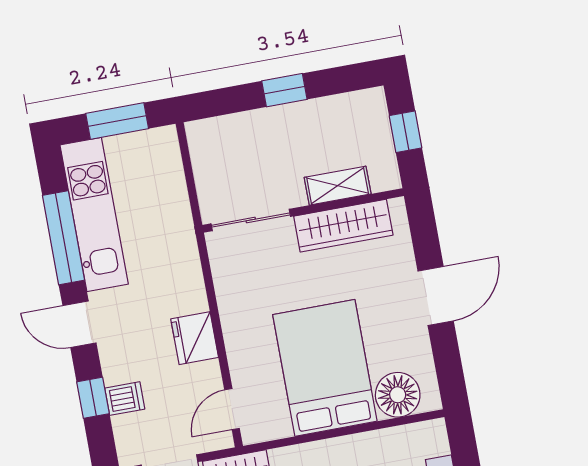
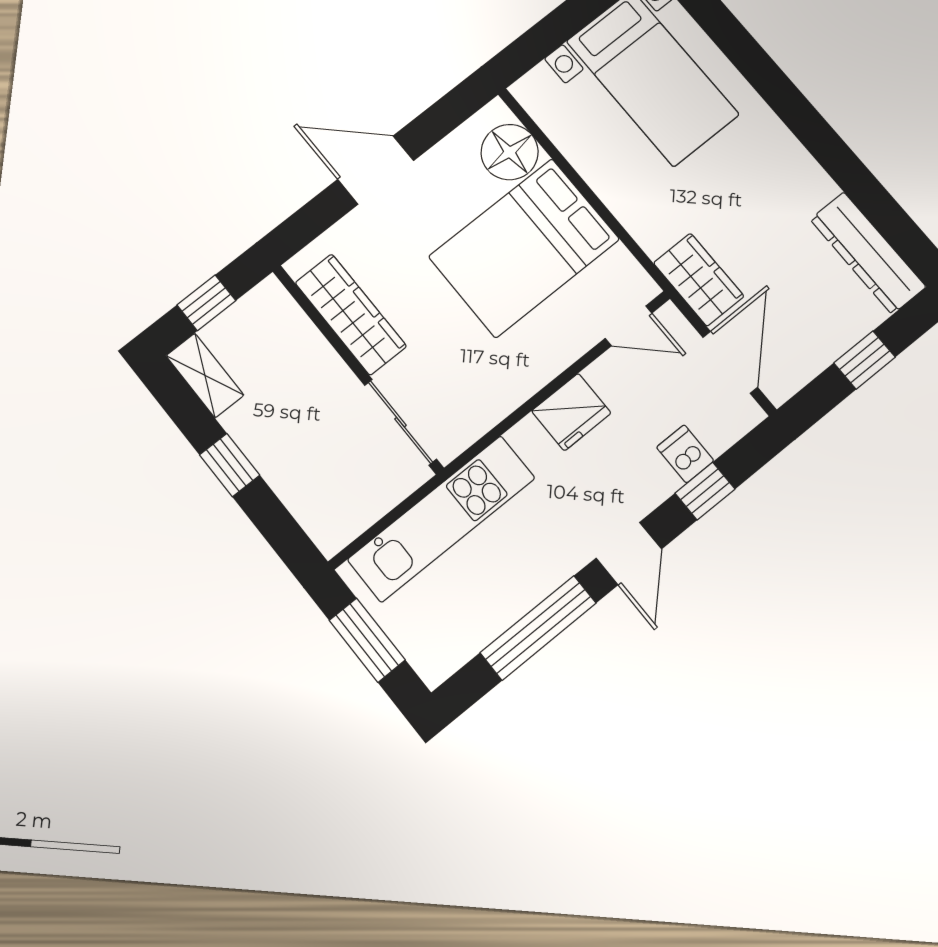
shelving: (338, 186) -> (205, 375), moved
kitchen unit: (94, 214) -> (441, 519), moved, turned 180

